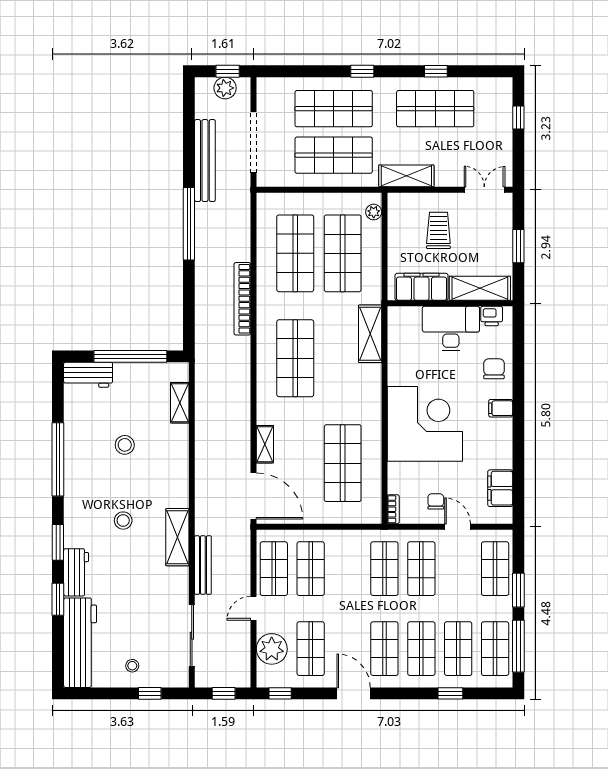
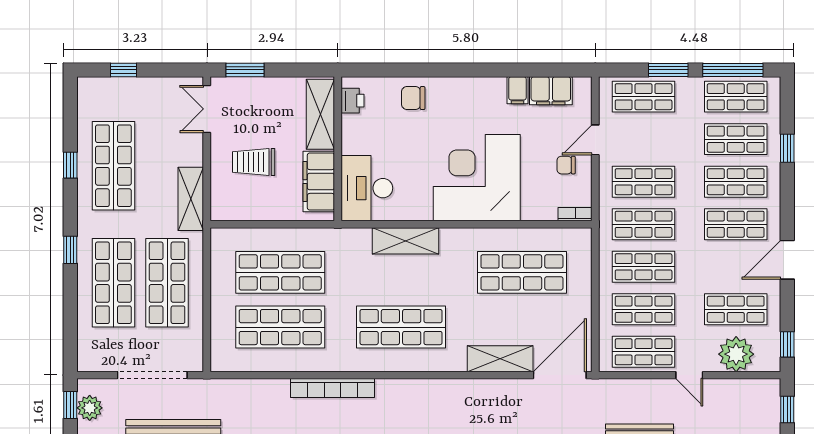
plant: (374, 212) -> (233, 237), removed
window: (518, 246) -> (245, 70), moved
desk: (451, 329) -> (367, 188), moved
shelving: (370, 334) -> (406, 241), moved
filing cabinet: (501, 408) -> (517, 90), moved
shelving: (265, 444) -> (500, 359), width x1.50, depth x1.33
shop shelf: (348, 569) -> (644, 267), added

